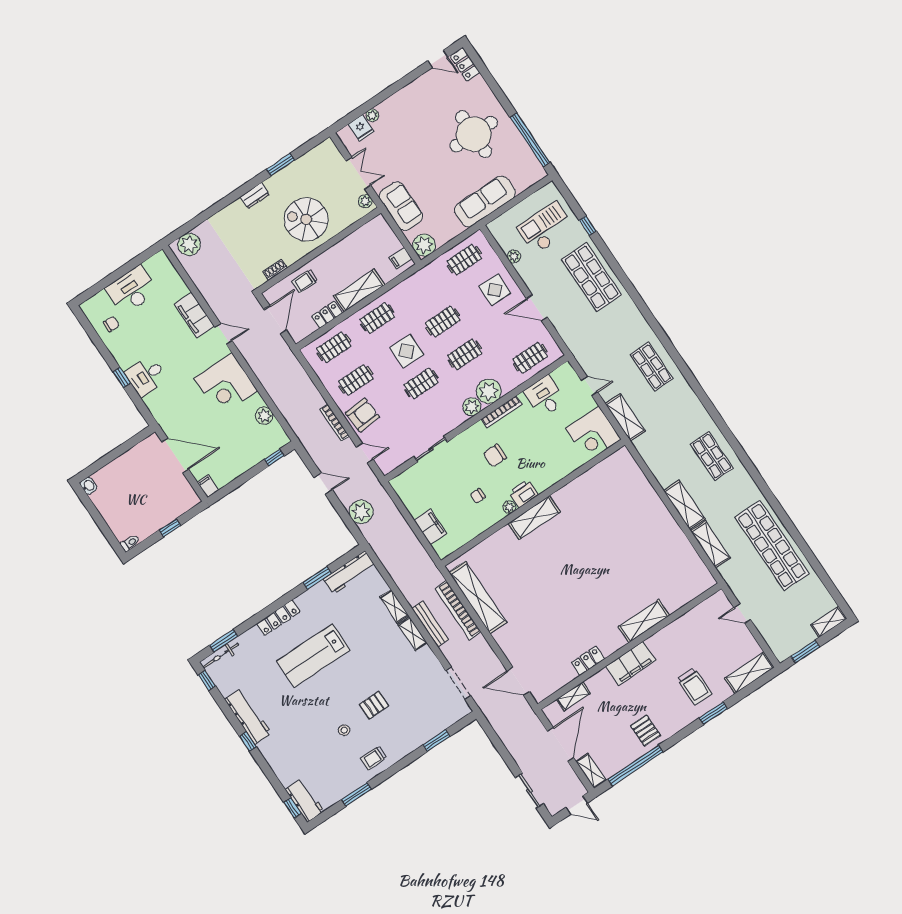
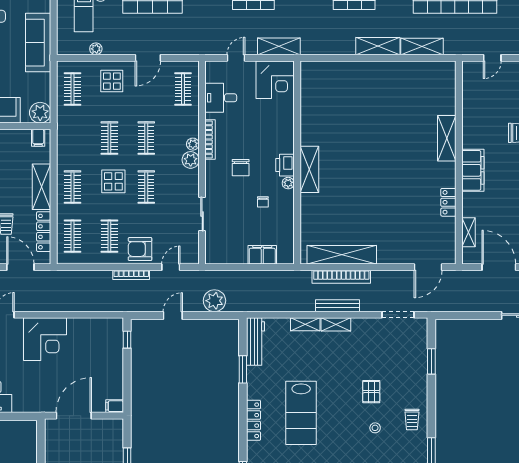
locker: (327, 315) -> (44, 232), width x1.53
plant: (489, 391) -> (193, 144), width x0.53, depth x0.53
armchair: (363, 415) -> (140, 249), turned -86
plant: (264, 416) -> (89, 326), removed

